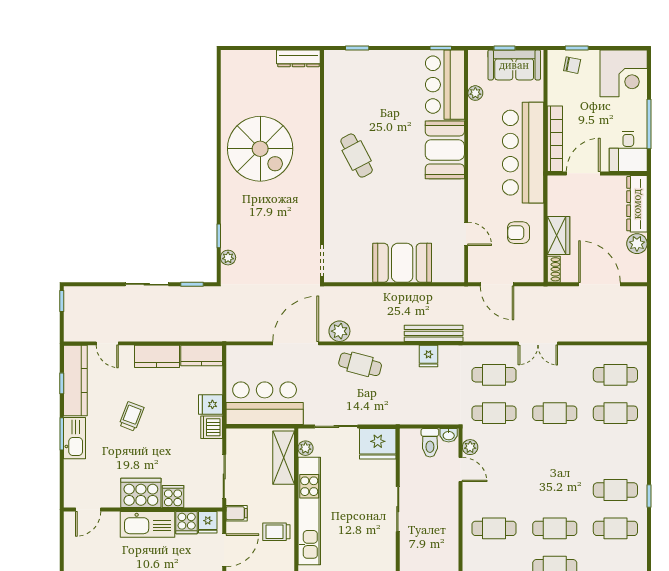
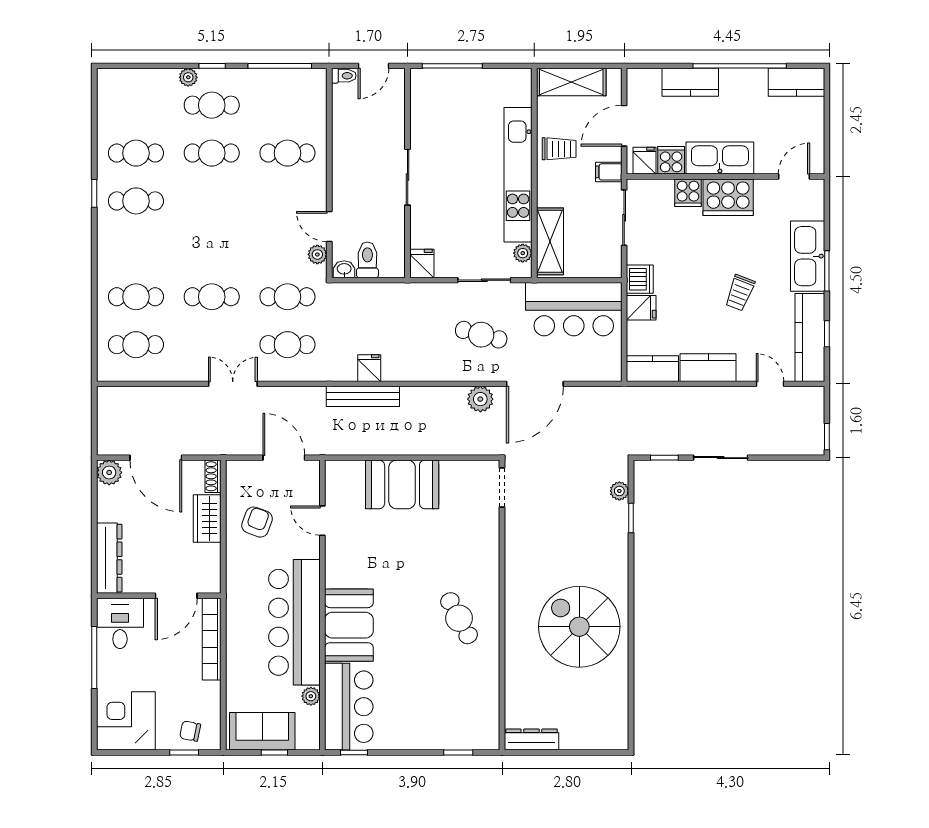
bar counter: (523, 153) -> (294, 622), moved, turned 180
armchair: (518, 233) -> (257, 522), turned -70
plant: (637, 244) -> (109, 472), moved
cafe table: (360, 364) -> (481, 335), moved
kitchen sink: (75, 438) -> (808, 256), width x1.36, depth x1.24
fridge: (378, 444) -> (422, 264), width x0.53, depth x0.75

